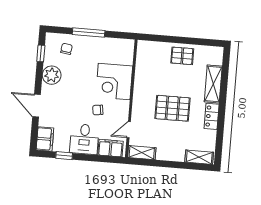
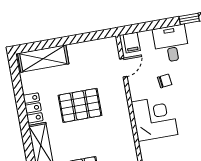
filing cabinet: (110, 148) -> (132, 43), width x0.50
shelving: (142, 153) -> (102, 46), removed
shelving: (199, 157) -> (43, 59), width x1.50, depth x1.33

